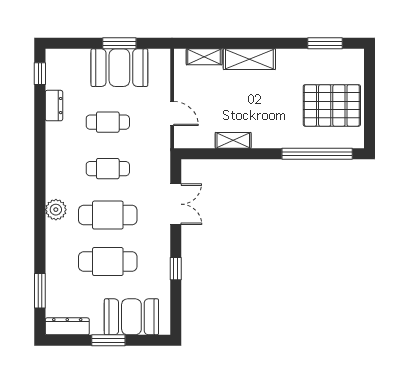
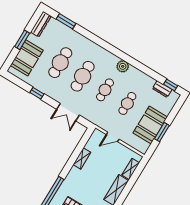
dresser: (54, 106) -> (162, 89), moved
plant: (56, 210) -> (123, 66), moved

